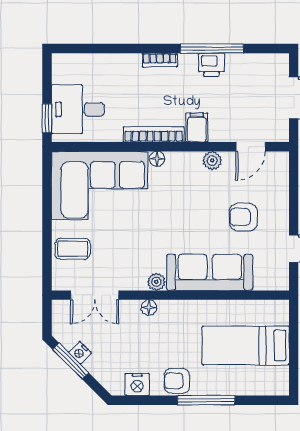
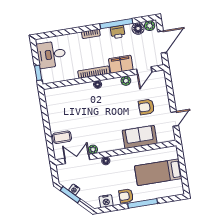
plant: (275, 63) -> (150, 26), added
floor lamp: (252, 64) -> (138, 28), added
desk: (78, 109) -> (51, 54), moved
filing cabinet: (197, 128) -> (121, 64), width x2.00
corner sofa: (100, 186) -> (70, 103), removed
sofa: (210, 272) -> (140, 137), width x0.73
plant: (156, 282) -> (93, 150), moved
double door: (95, 295) -> (77, 159), swing flipped

